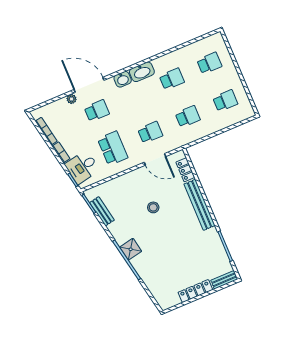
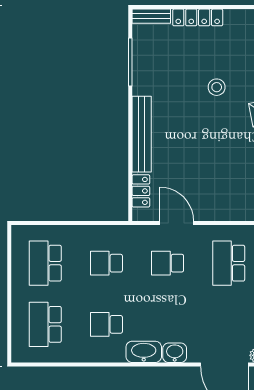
school desk: (209, 63) -> (45, 324), width x1.85
school desk: (225, 101) -> (45, 263), width x1.85
school desk: (97, 111) -> (229, 324), removed
stool: (153, 207) -> (217, 87), moved

